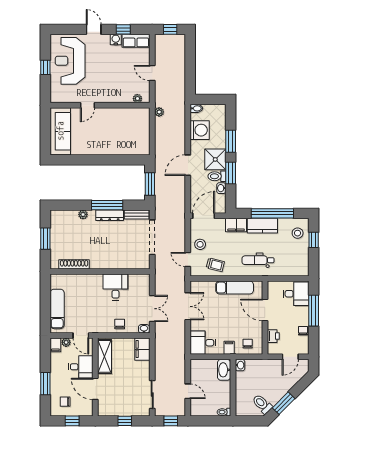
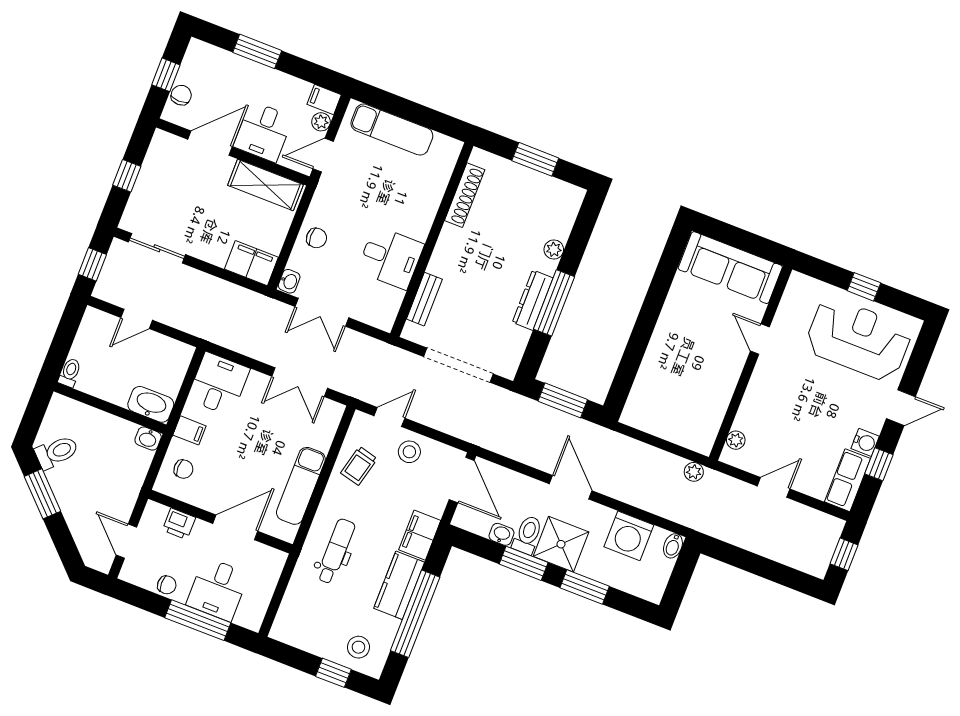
bench: (137, 214) -> (424, 299), moved
desk: (296, 294) -> (218, 589), moved
chair: (65, 402) -> (181, 95), moved

